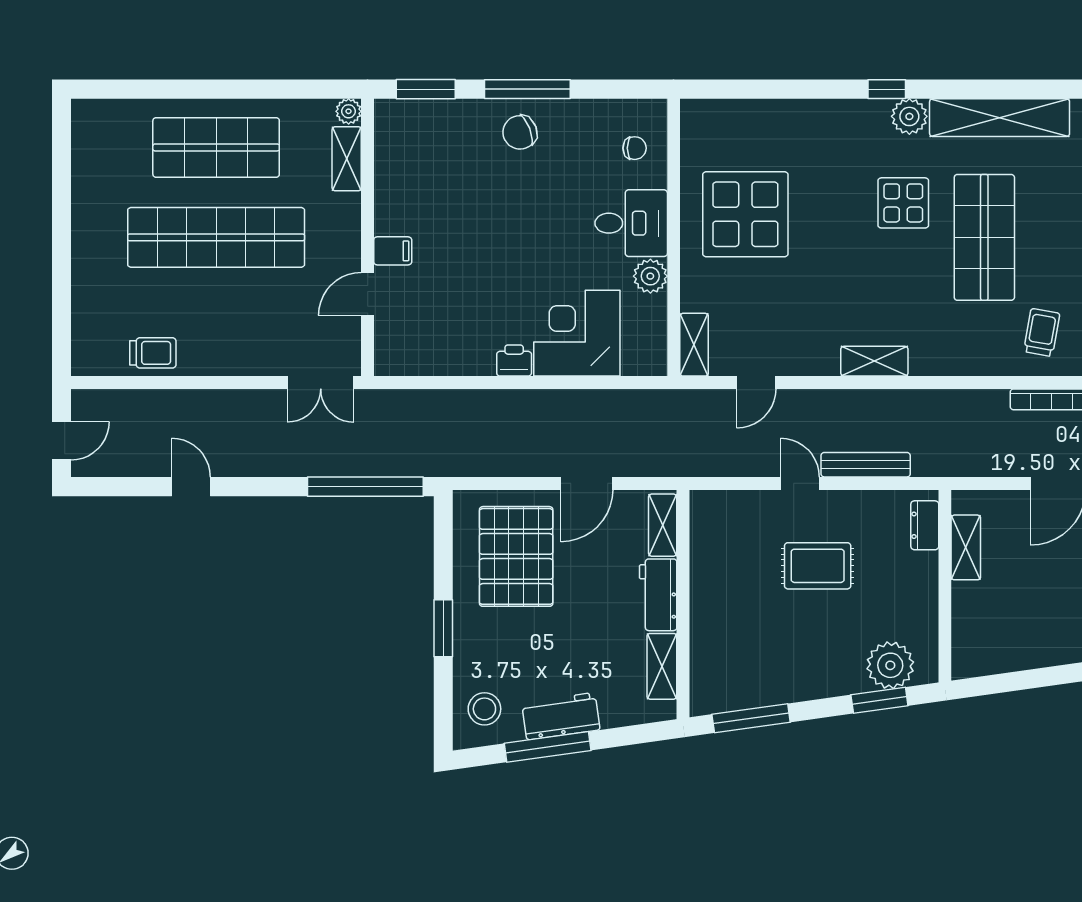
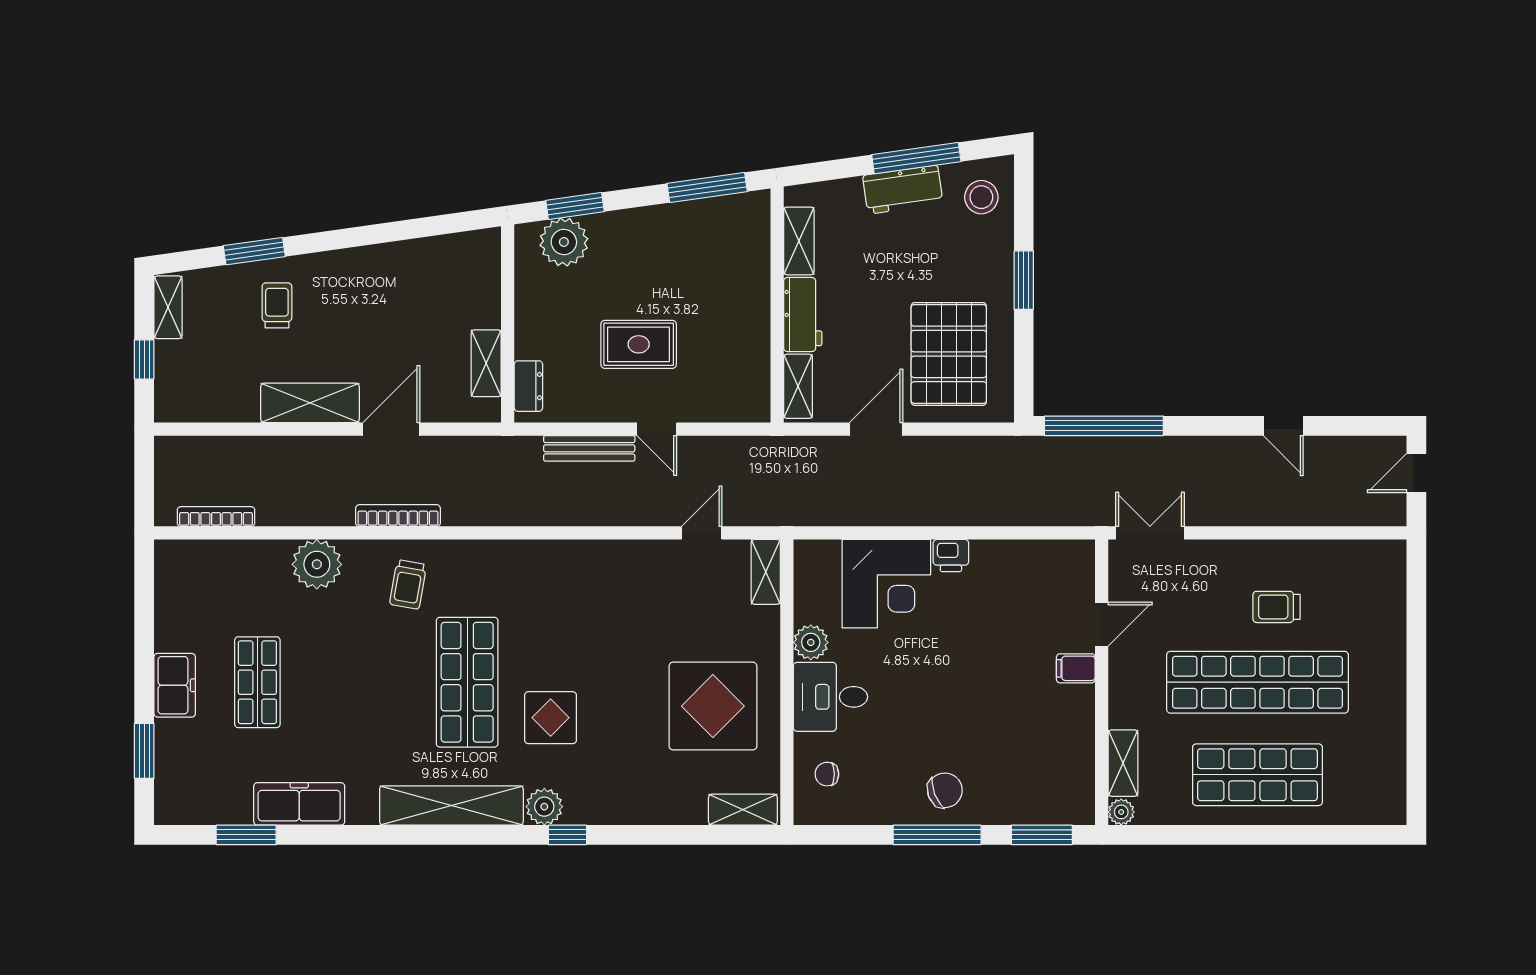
trolley: (153, 353) -> (1276, 607), moved
shelving: (874, 361) -> (743, 810), moved

